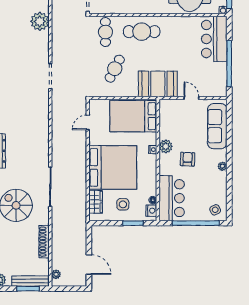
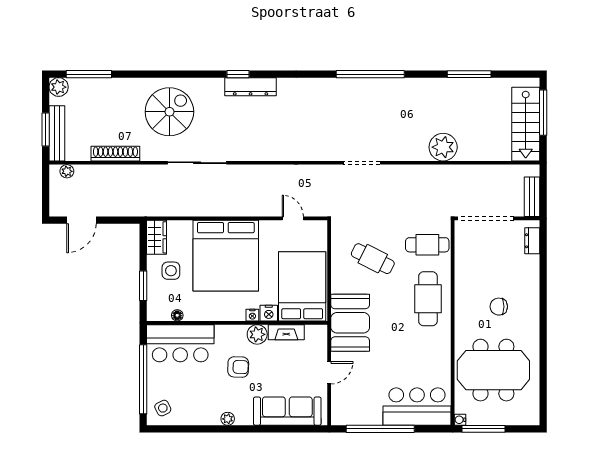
fireplace: (164, 127) -> (286, 332), added
wardrobe: (96, 202) -> (156, 237), moved, turned -90
nightstand: (151, 211) -> (269, 313), moved

